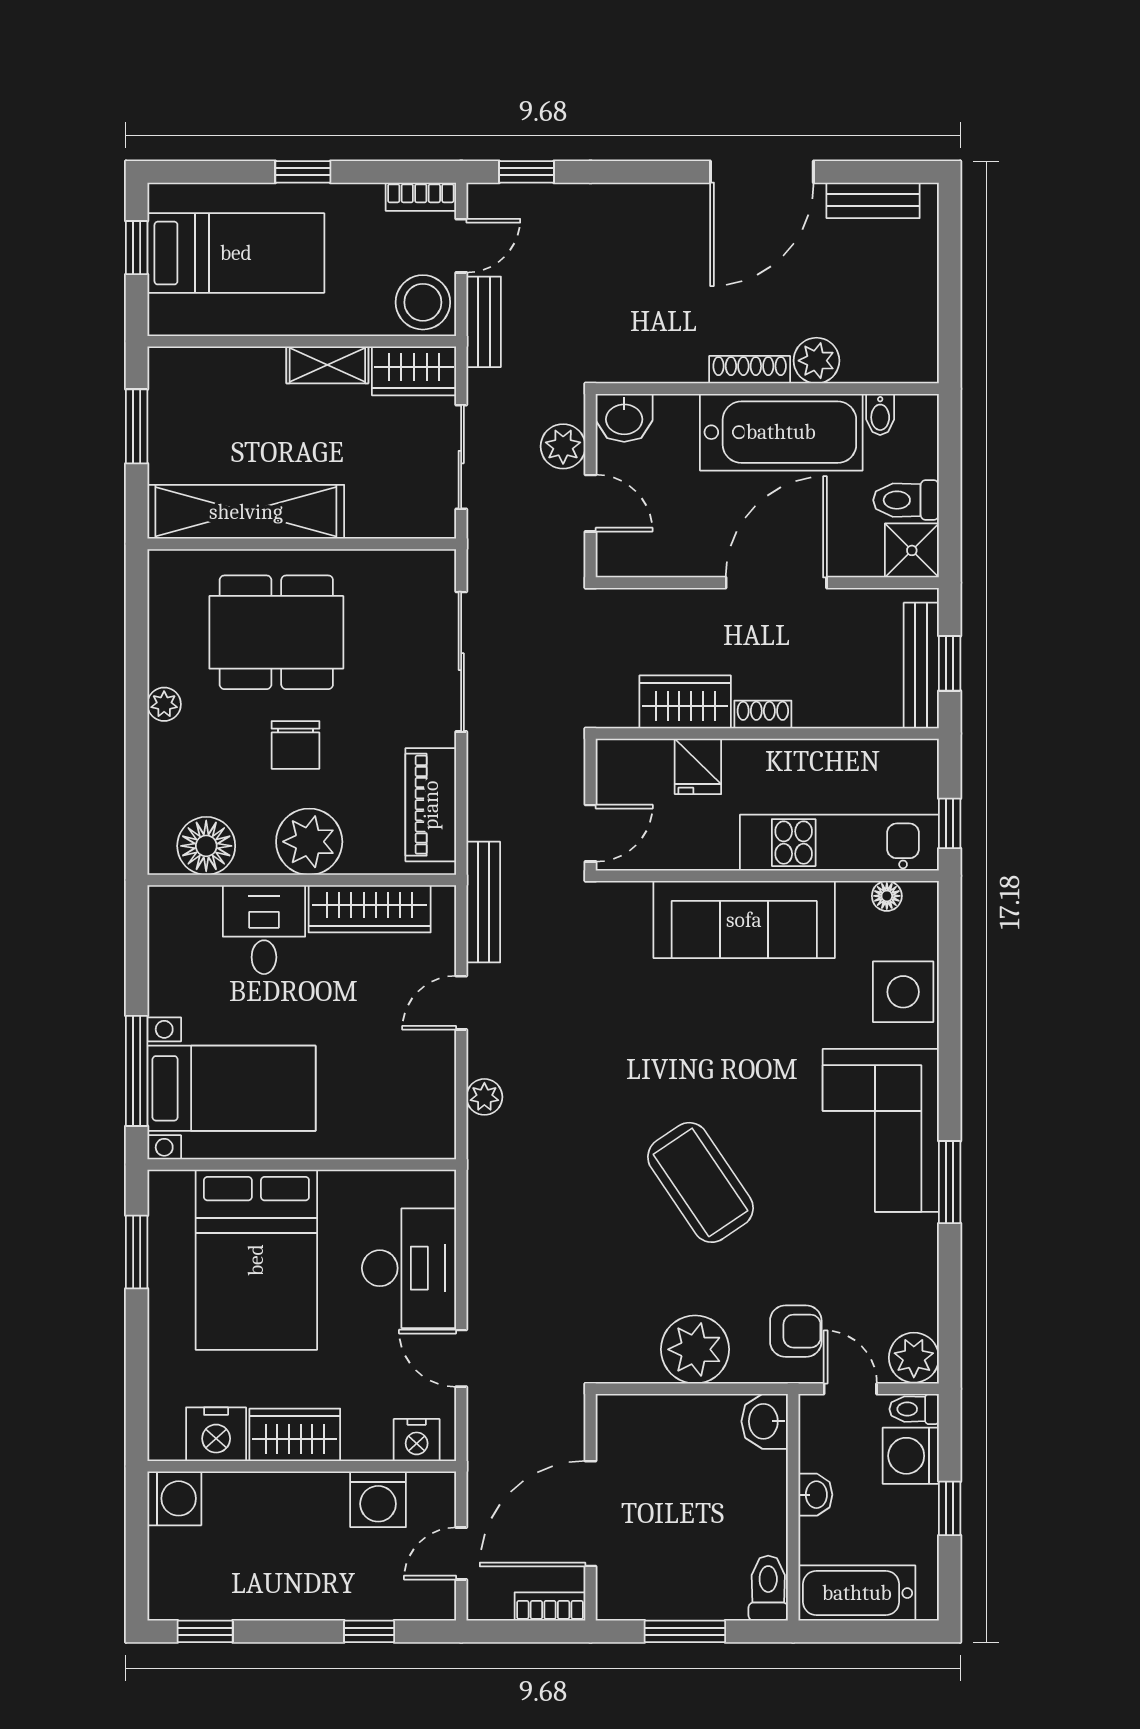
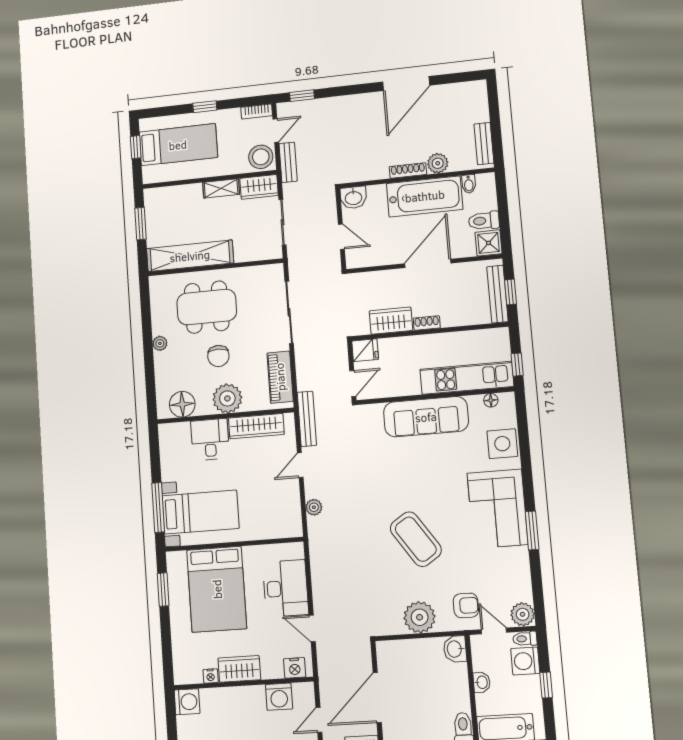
bench: (873, 200) -> (484, 144), moved, turned 90
plant: (563, 446) -> (327, 213), removed
fridge: (698, 766) -> (365, 350), moved, turned -90
nightstand: (216, 1434) -> (211, 676), width x0.53, depth x0.56

